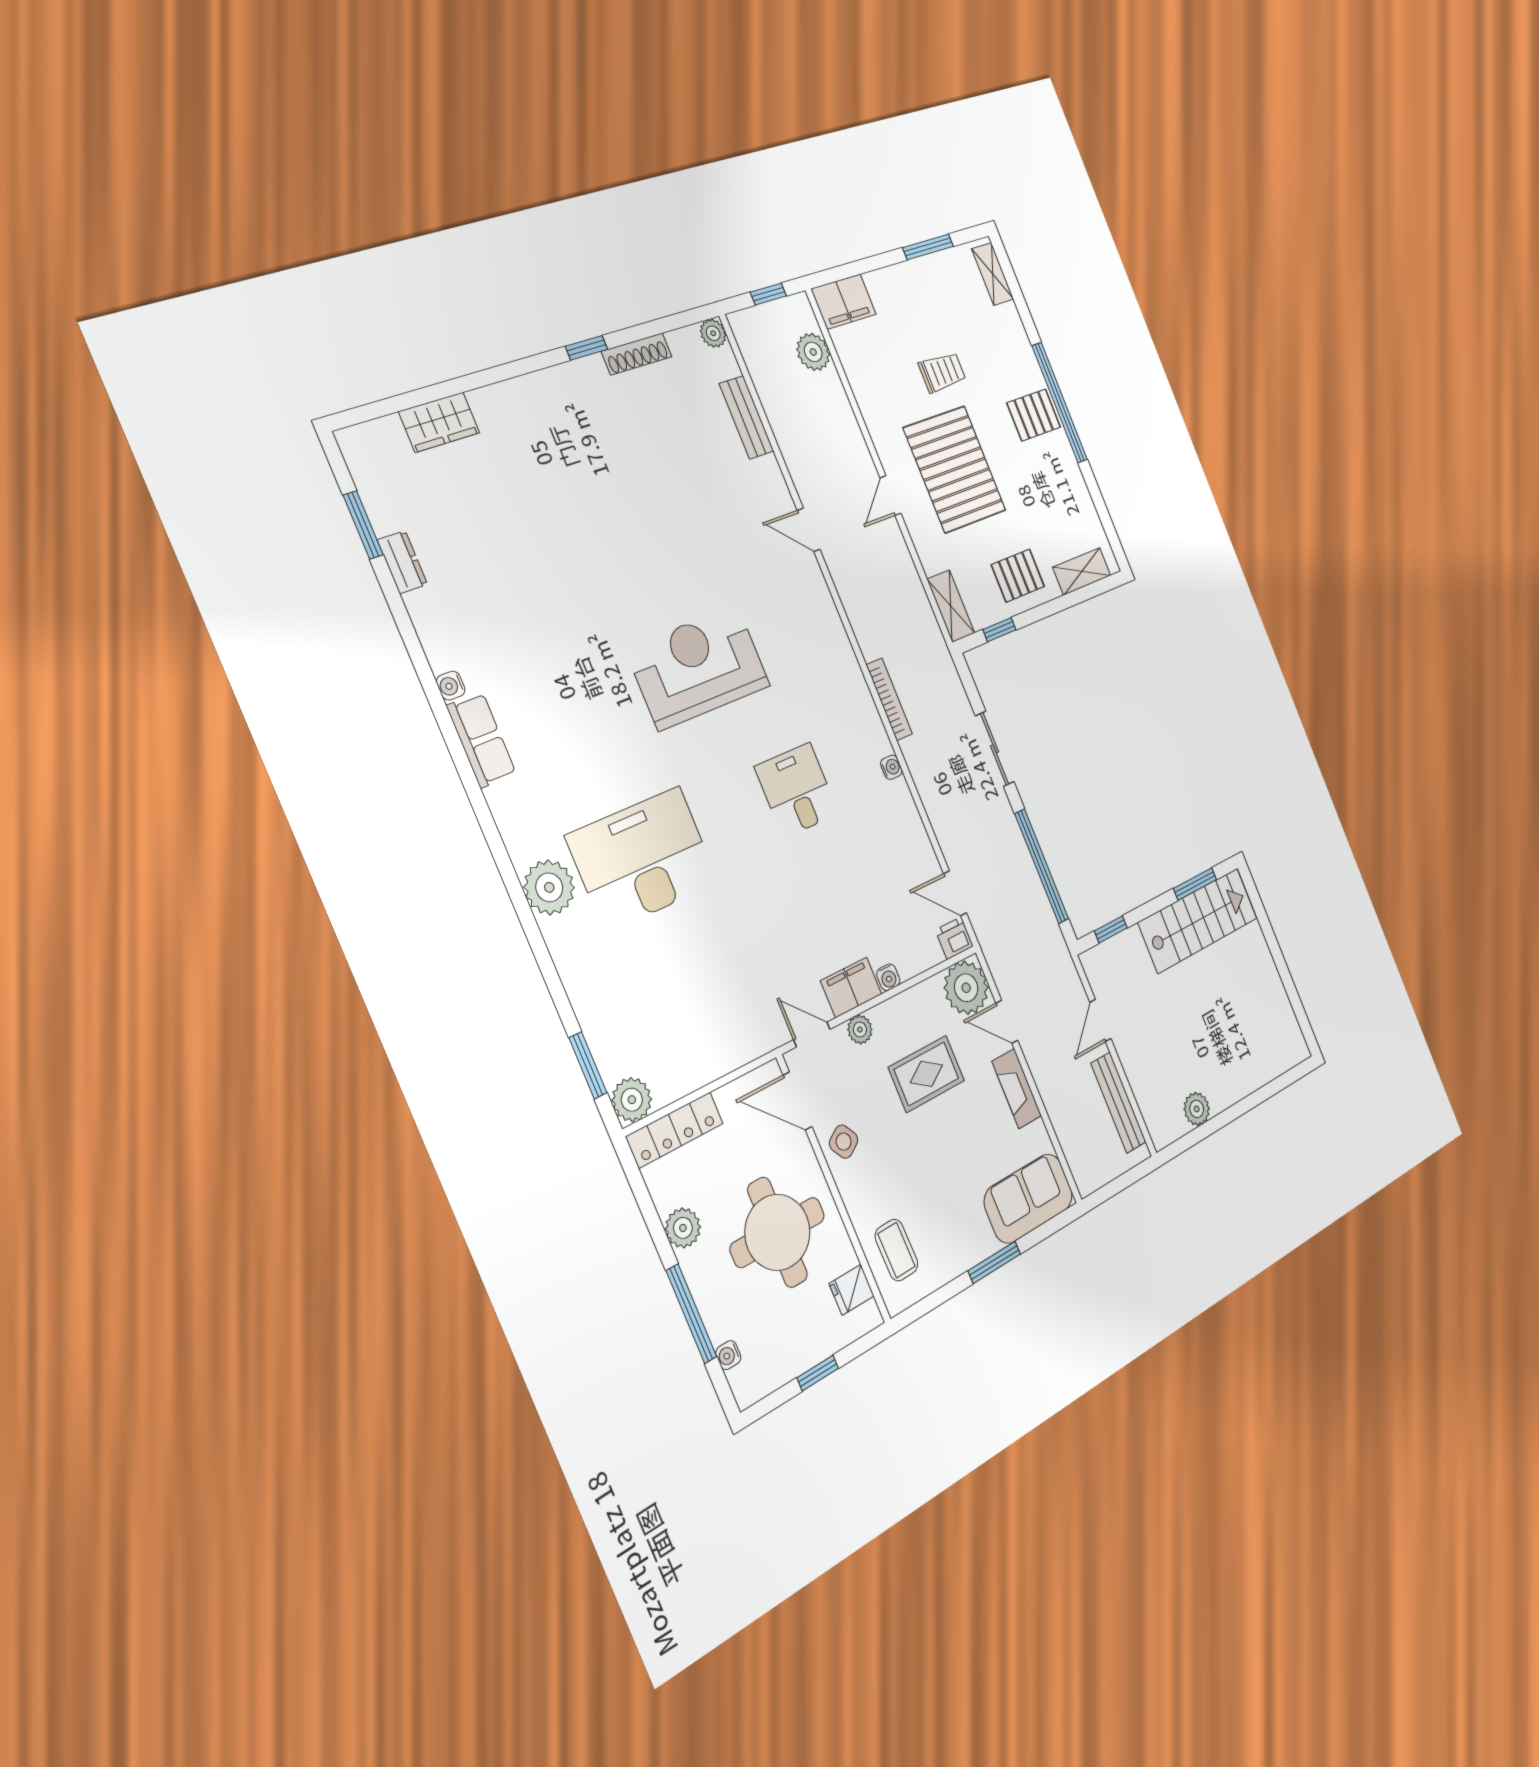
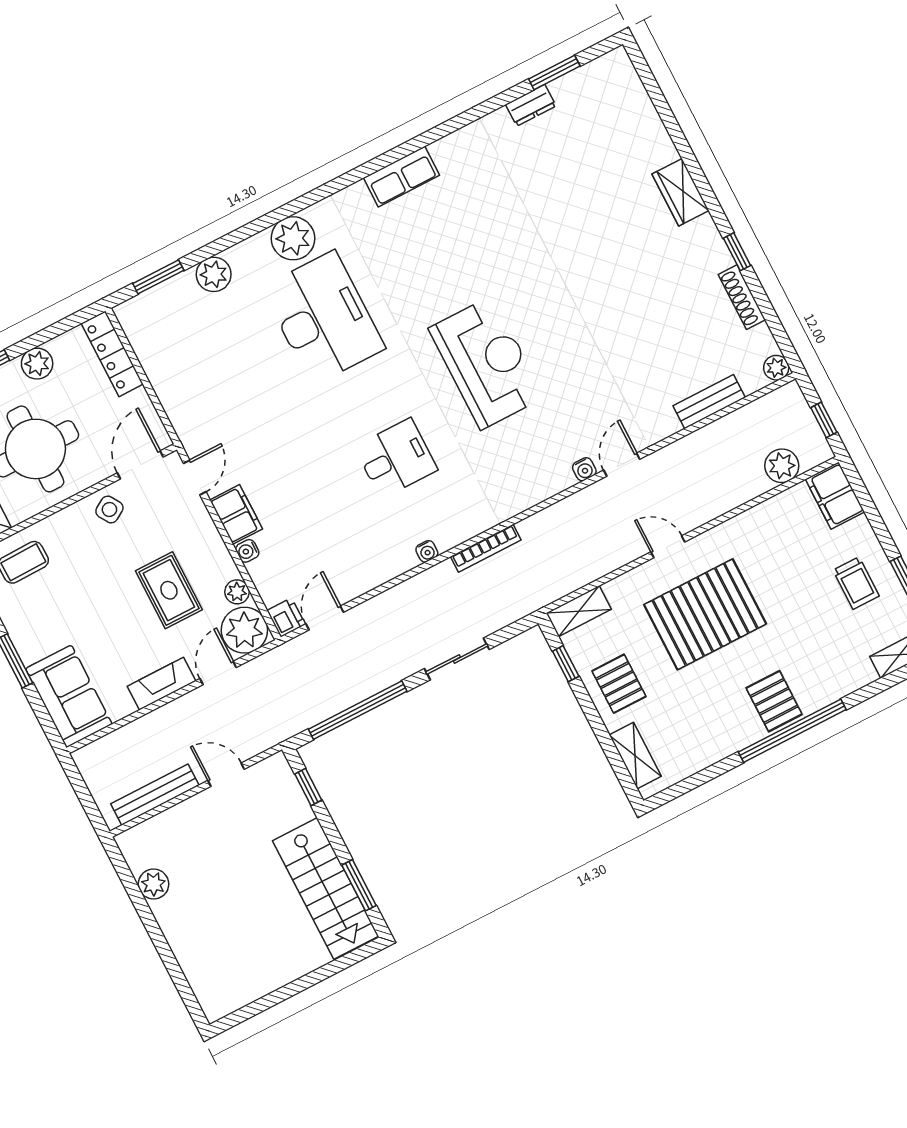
trolley: (942, 372) -> (856, 583), moved
wardrobe: (439, 422) -> (680, 192), moved
water cooler: (451, 686) -> (584, 469), moved, turned 180
plant: (860, 1030) -> (237, 592), moved
plant: (632, 1100) -> (214, 274), moved

